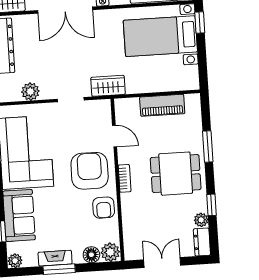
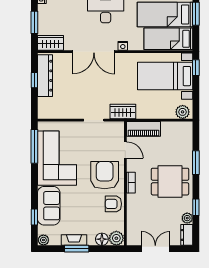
plant: (30, 92) -> (183, 112), moved
piano: (162, 105) -> (143, 129), moved
armchair: (104, 208) -> (113, 204), turned 90

